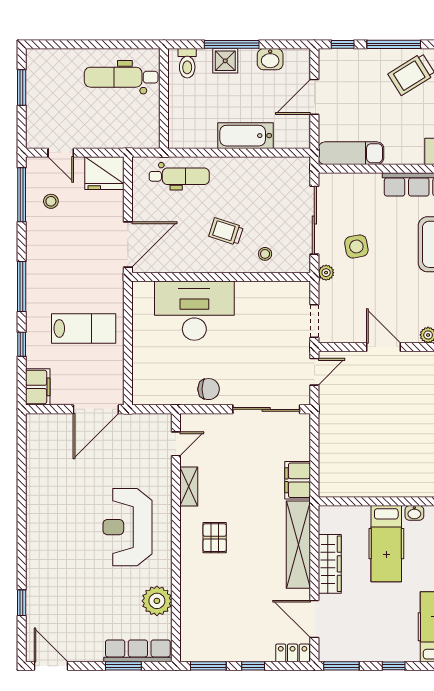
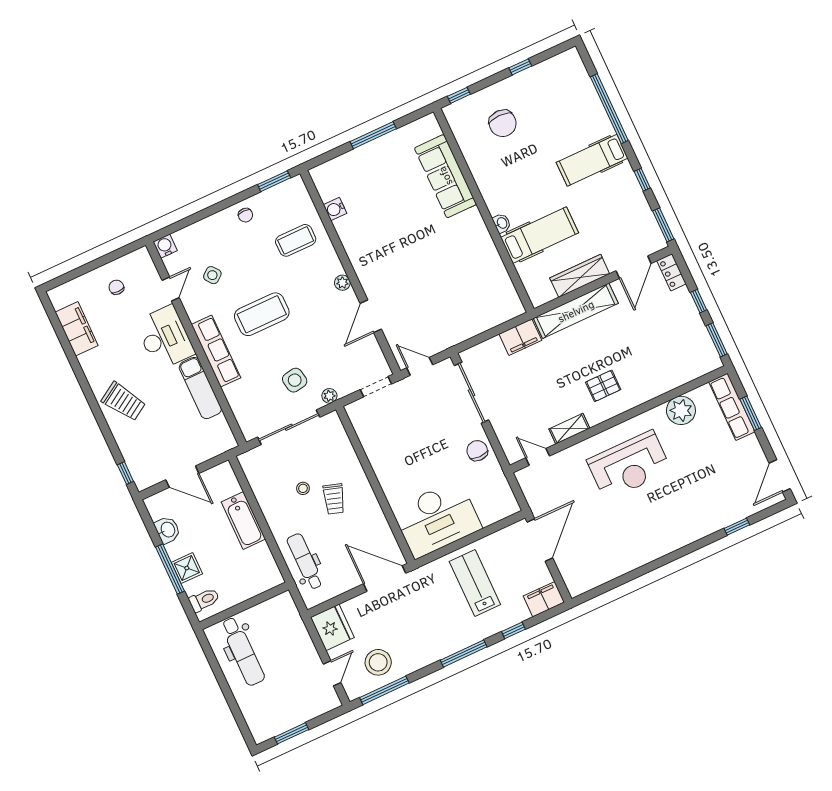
window: (394, 44) -> (105, 429), removed
exam couch: (351, 153) -> (200, 388), moved
stool: (51, 201) -> (378, 662), width x1.89, depth x1.89
stool: (265, 254) -> (303, 488), moved
desk: (194, 311) -> (437, 519), moved, turned -90
door: (96, 409) -> (540, 540), hinge flipped

